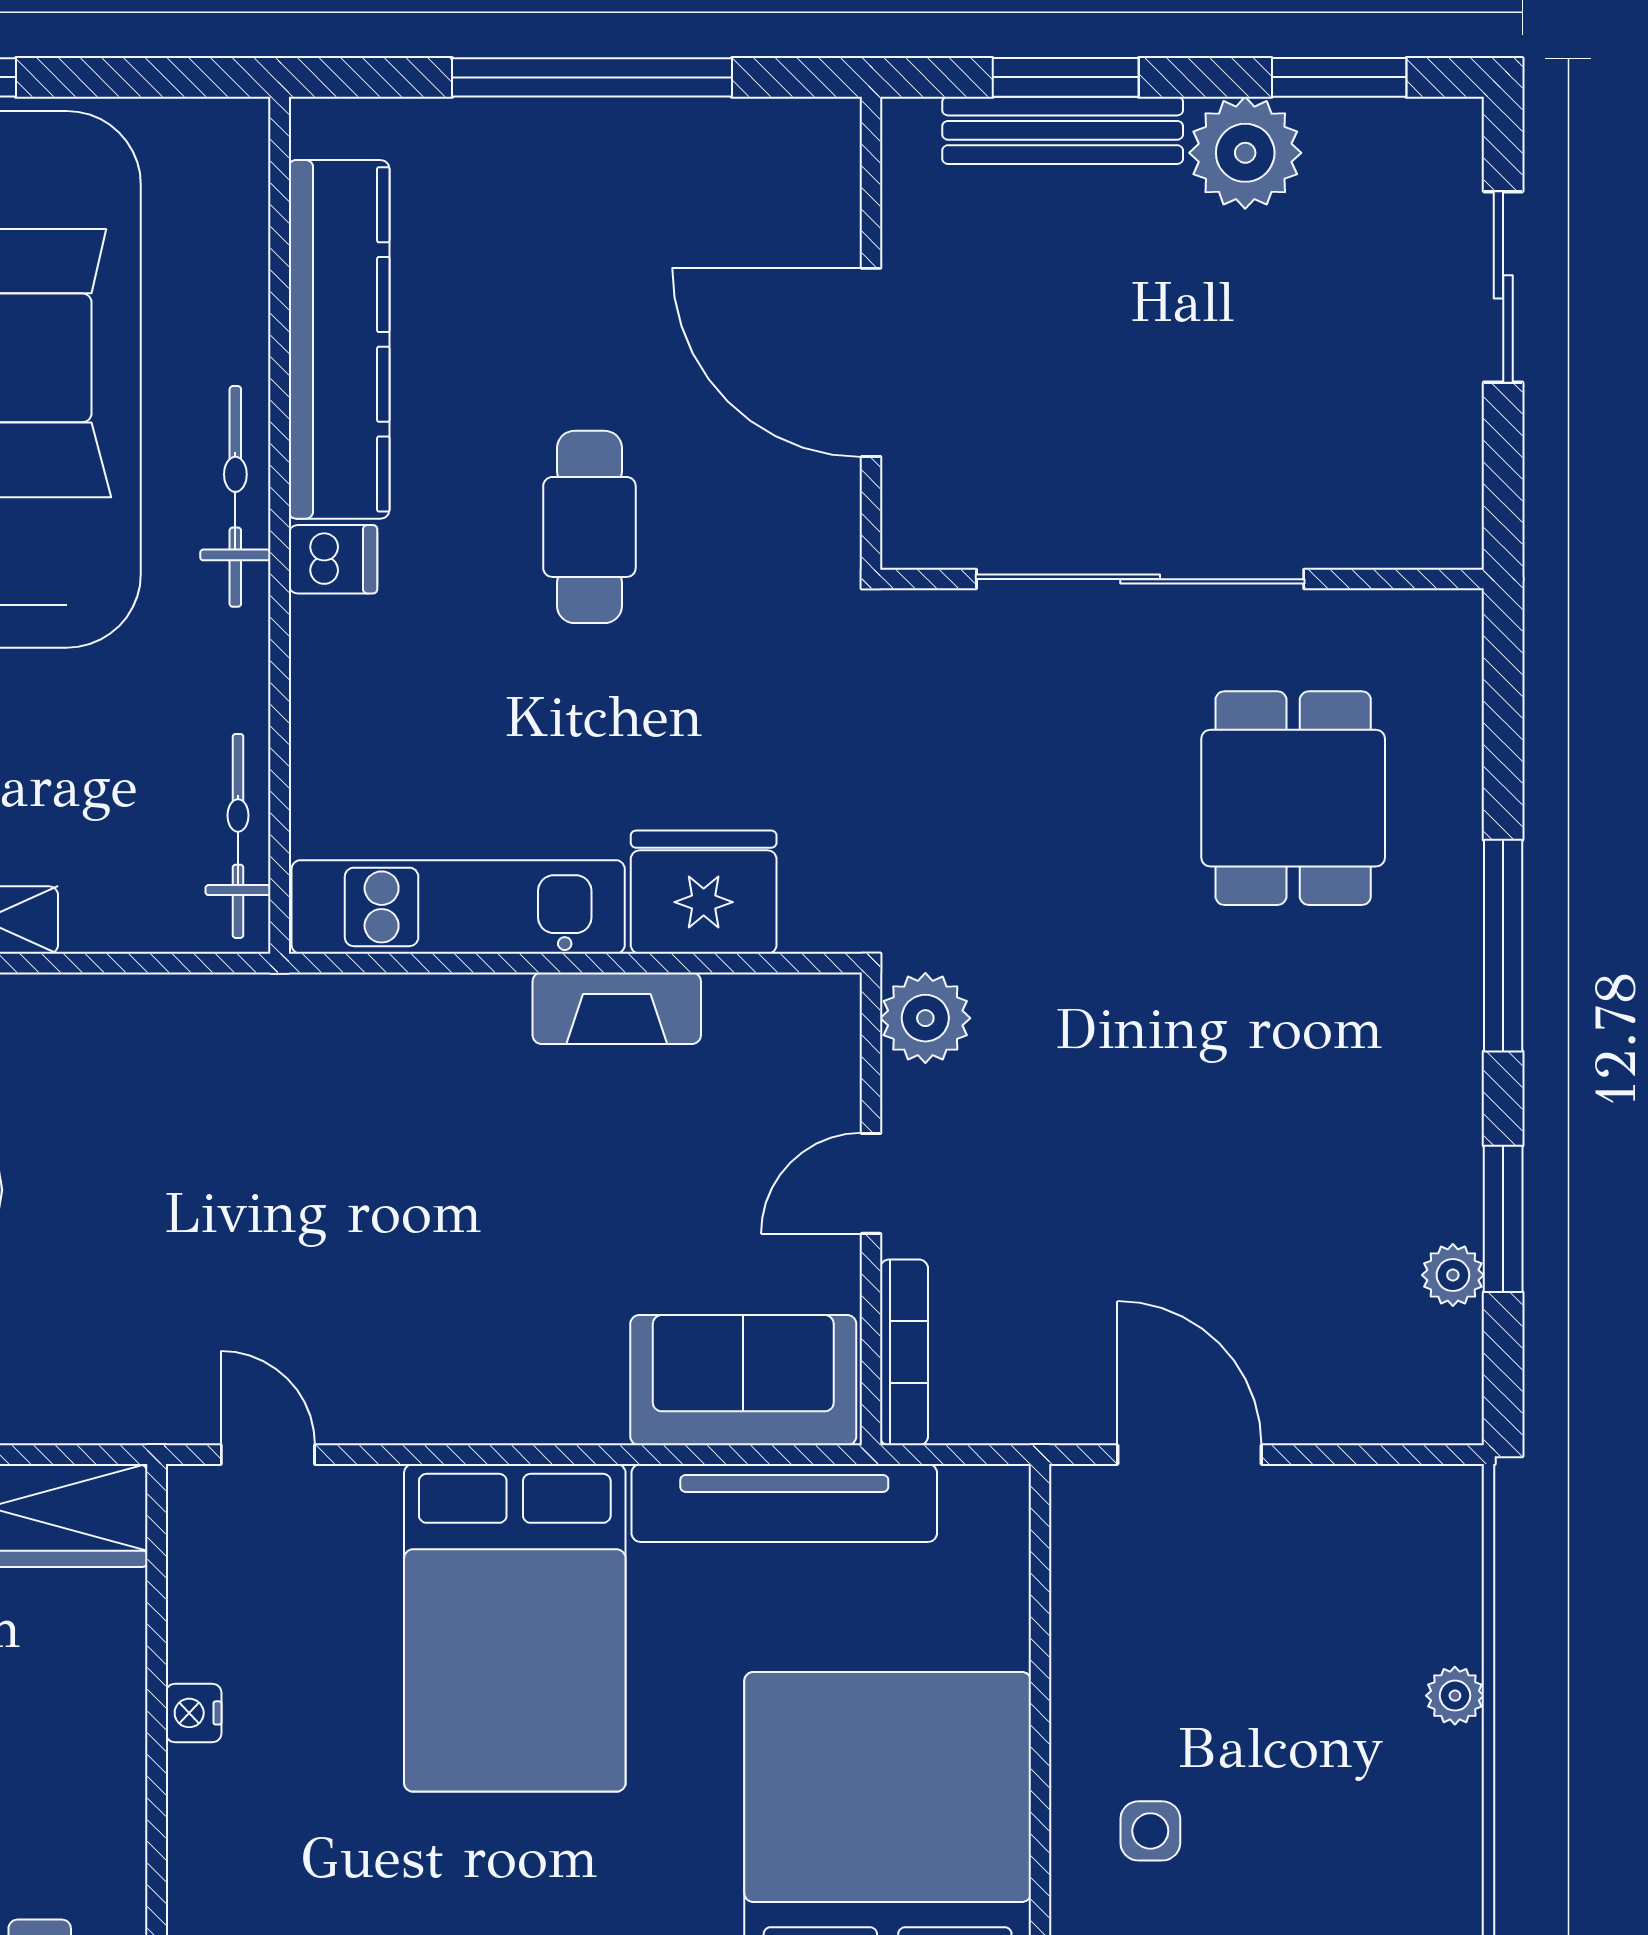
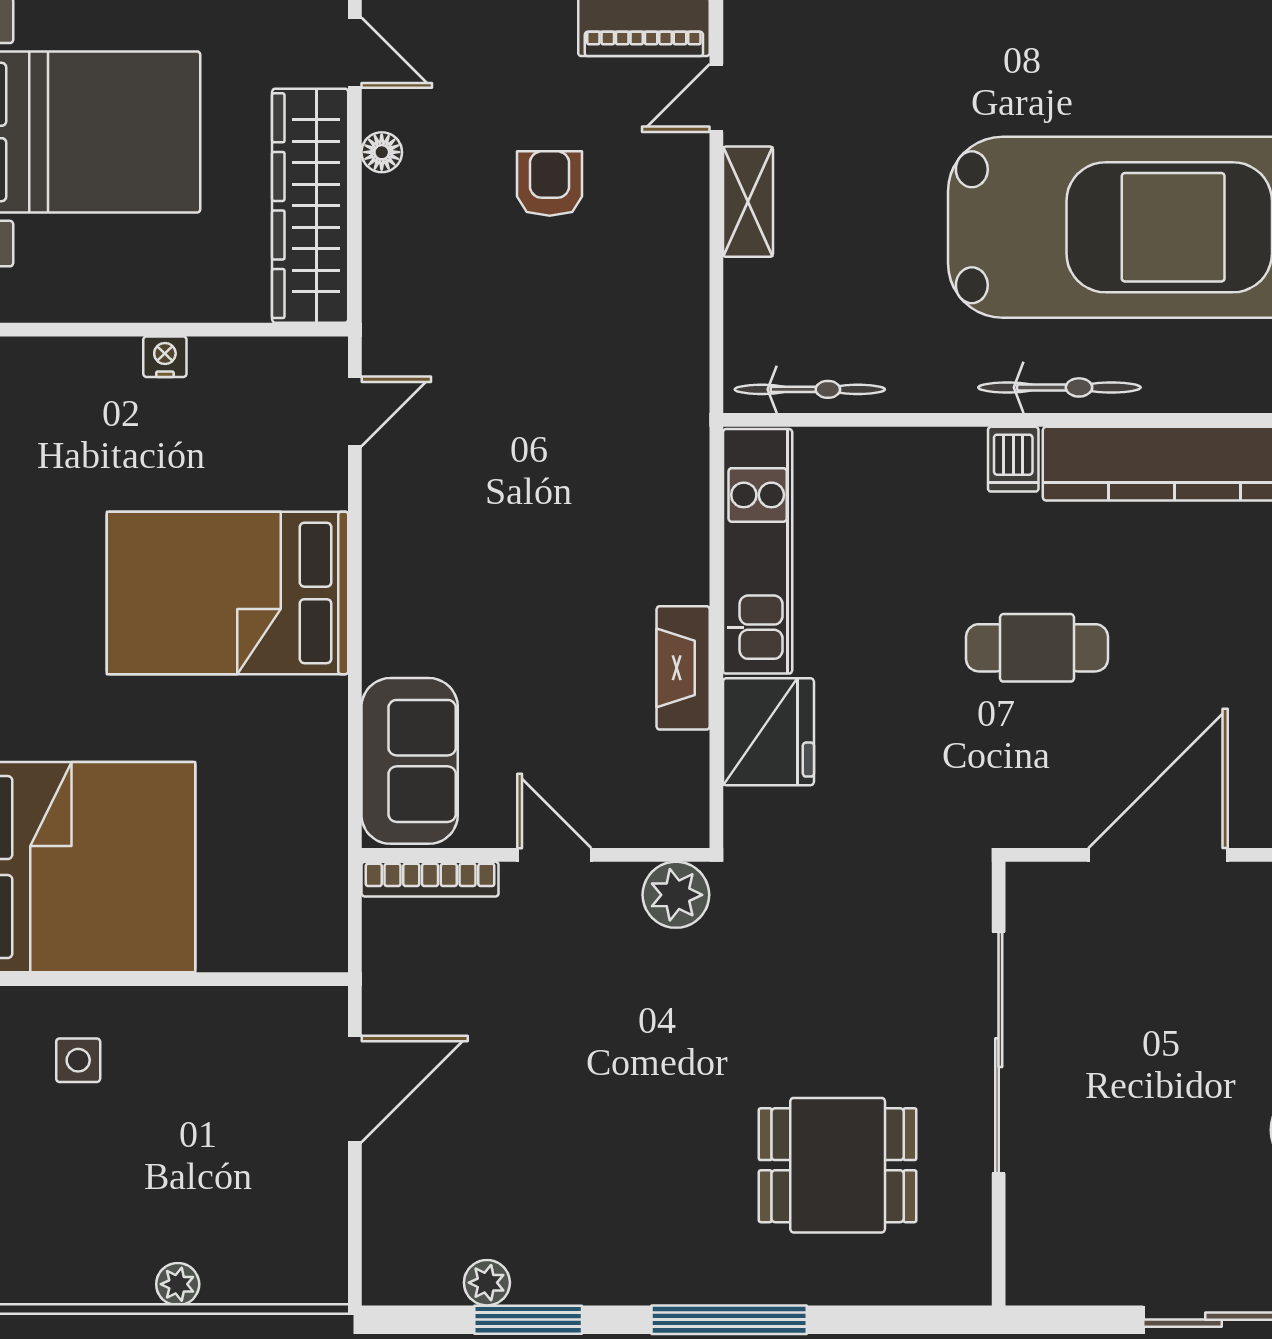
tv unit: (784, 1503) -> (319, 791), removed

